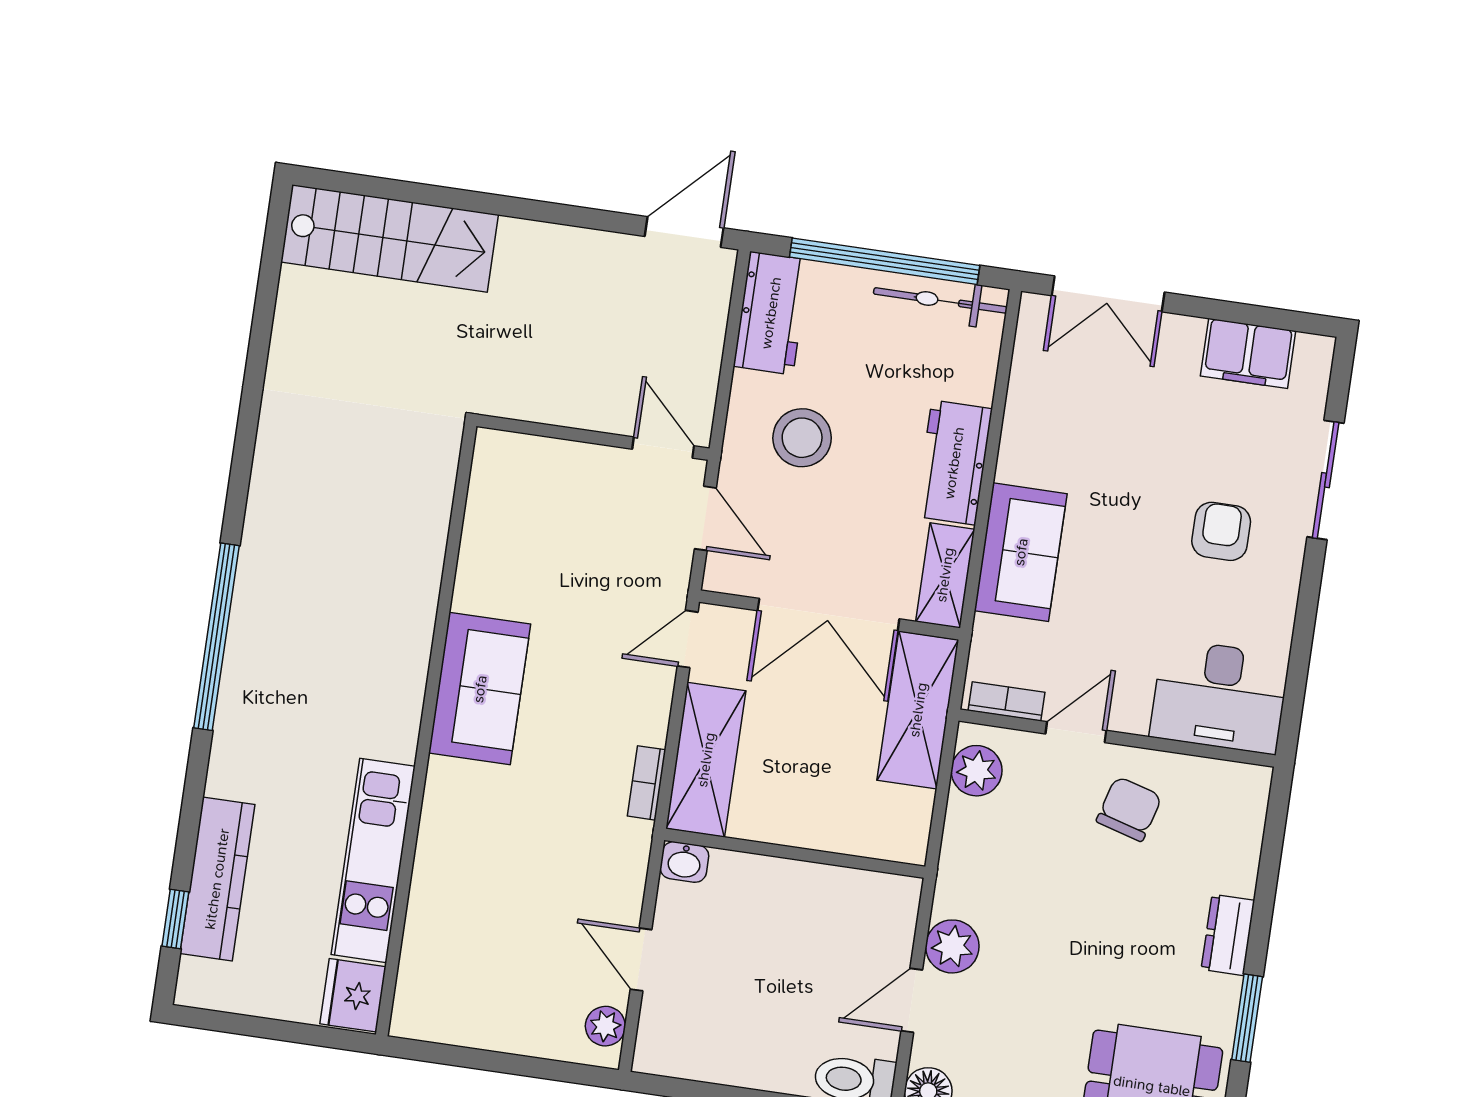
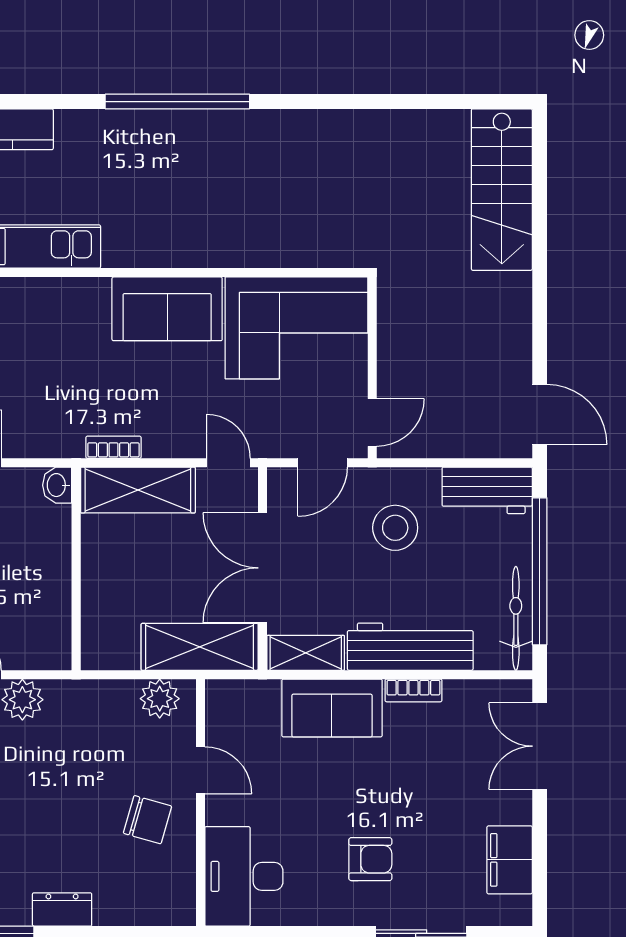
workbench: (954, 463) -> (410, 647), width x1.38
corner sofa: (528, 527) -> (296, 328), added
bookcase: (1006, 701) -> (413, 690), moved, turned 90

